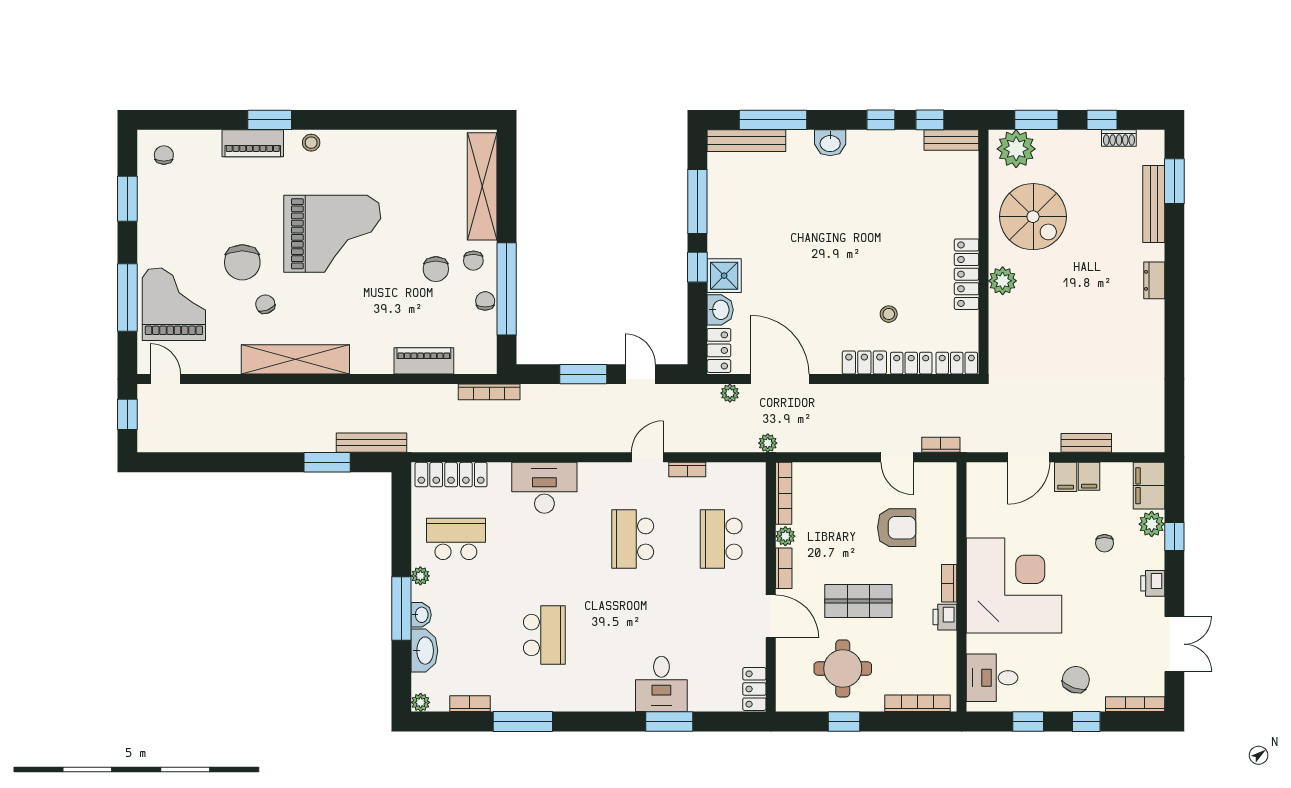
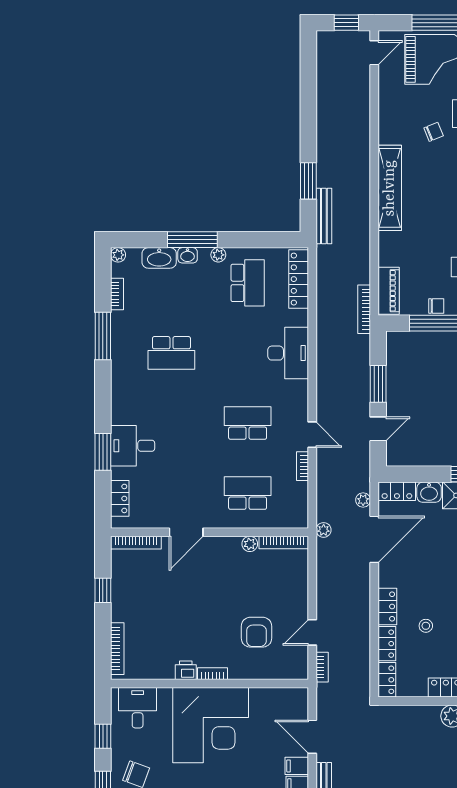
shelving: (295, 359) -> (390, 188), moved
piano: (424, 361) -> (389, 291), moved
bookcase: (784, 568) -> (136, 543), moved, width x1.56
shop shelf: (858, 601) -> (198, 602), removed
round table: (843, 668) -> (145, 589), removed
locker: (754, 689) -> (120, 498), moved, turned 90

